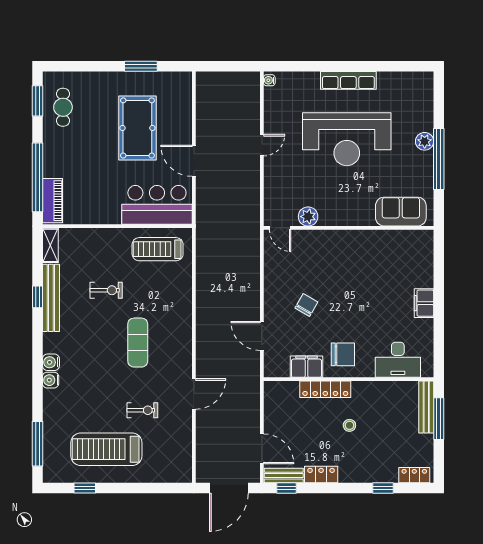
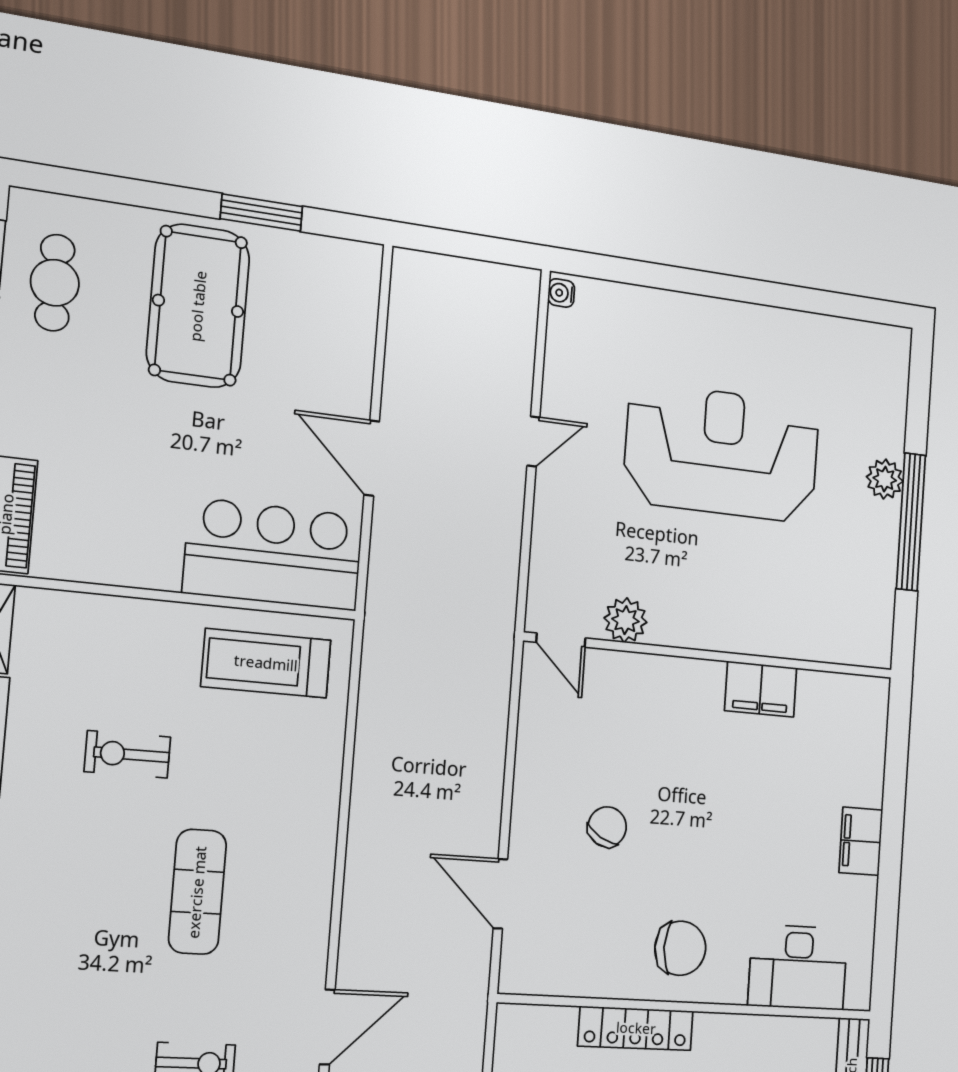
row of seats: (348, 80) -> (735, 320), removed
pool table: (137, 128) -> (198, 306), moved
reception desk: (347, 139) -> (722, 453), turned 180
sofa: (401, 212) -> (826, 630), removed
exercise bike: (106, 290) -> (127, 754), turned 180
filing cabinet: (306, 367) -> (761, 689), moved, turned 180

